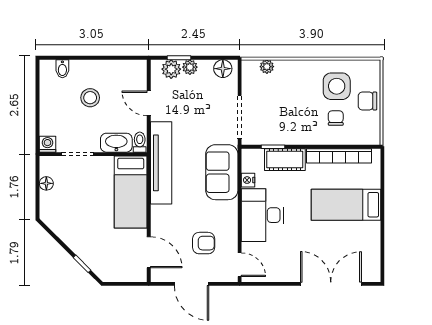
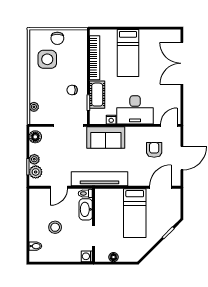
chair: (336, 118) -> (72, 90), moved
bed: (131, 192) -> (135, 213), moved, turned 90

